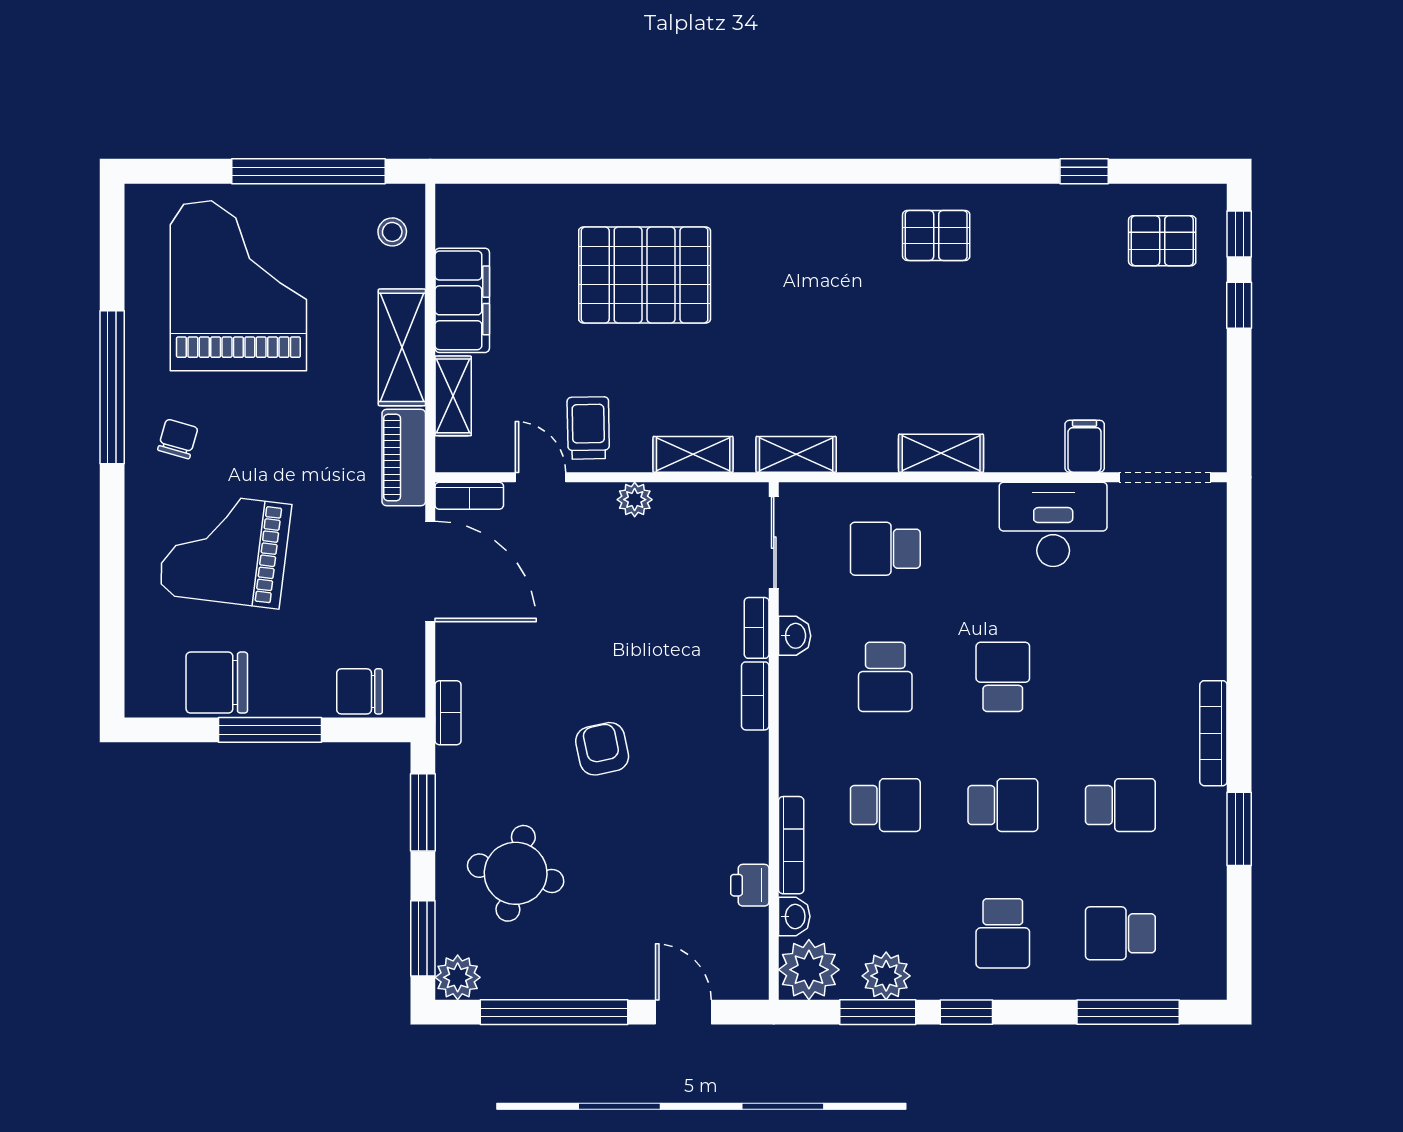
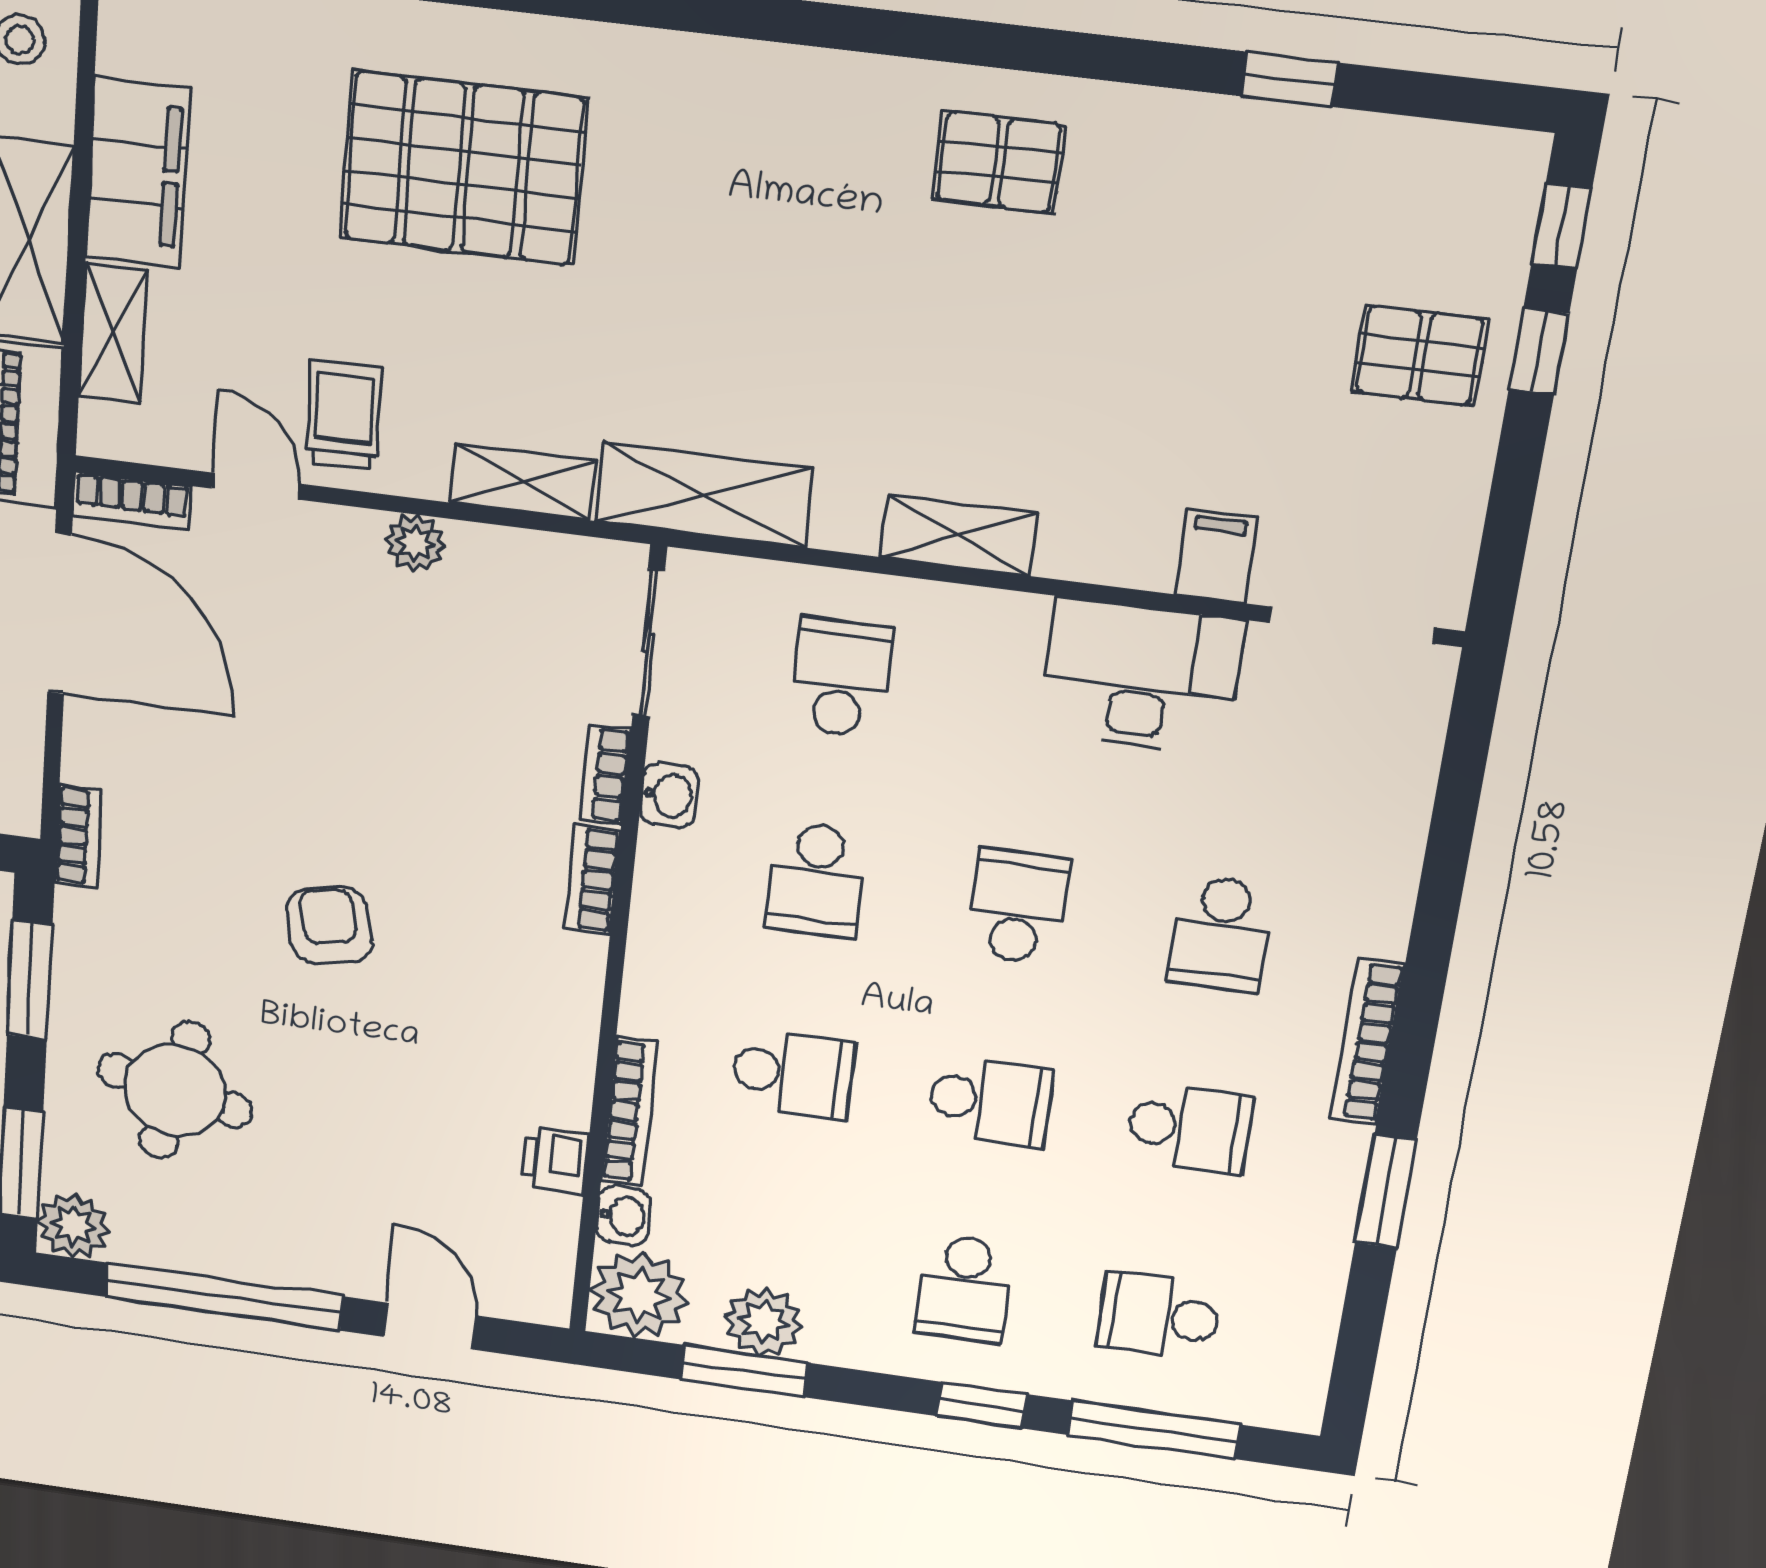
pallet: (1162, 241) -> (1420, 355), moved
shelving: (796, 454) -> (704, 495), width x1.50, depth x1.33
school desk: (885, 549) -> (841, 678), turned 90
school desk: (1120, 677) -> (1221, 934), added
window: (966, 1012) -> (982, 1405), moved

